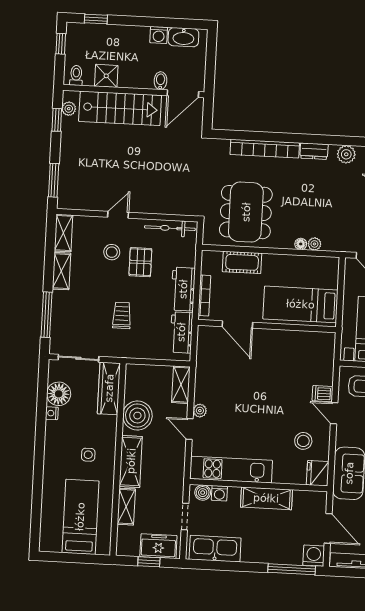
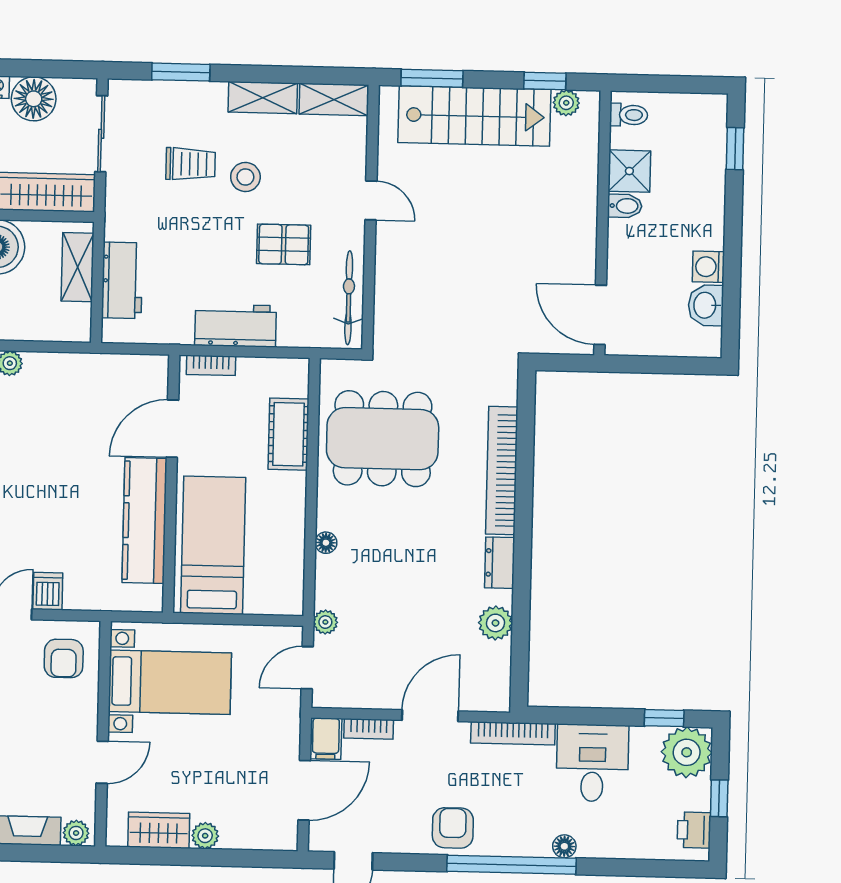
washbasin: (183, 37) -> (706, 305), width x0.72
window: (61, 44) -> (687, 84), removed
bidet: (160, 81) -> (625, 206), moved
stairs: (120, 108) -> (474, 116), moved, turned -90
plant: (314, 244) -> (325, 622), moved
stool: (112, 252) -> (245, 177), moved
bookcase: (204, 296) -> (211, 365), width x0.64
window: (47, 315) -> (181, 72), width x0.69
trolley: (122, 315) -> (191, 164), moved
workbench: (181, 332) -> (122, 280), moved, turned 90
kitchen counter: (286, 341) -> (144, 521), added
shelving: (181, 385) -> (78, 267), moved, turned 90

